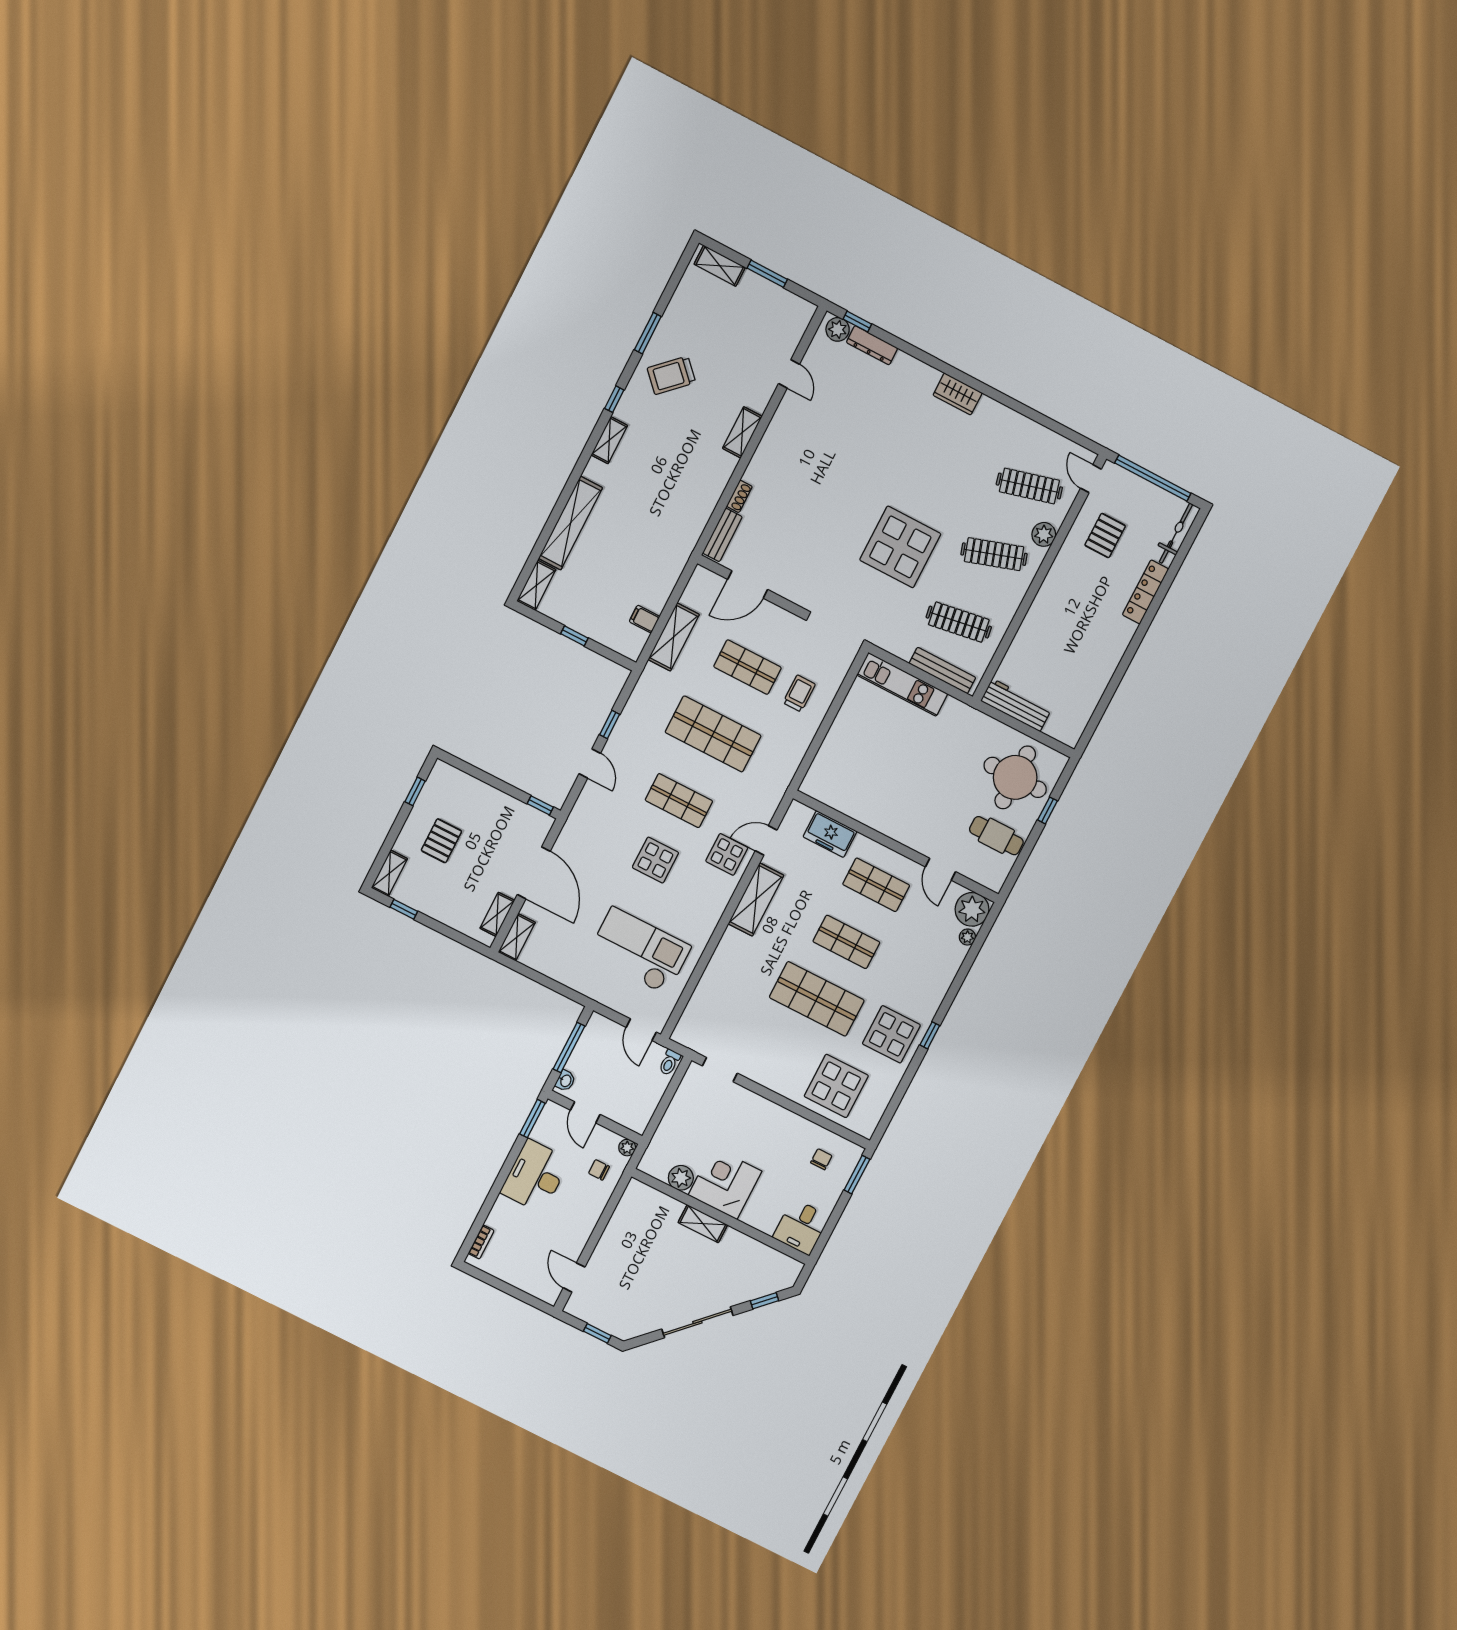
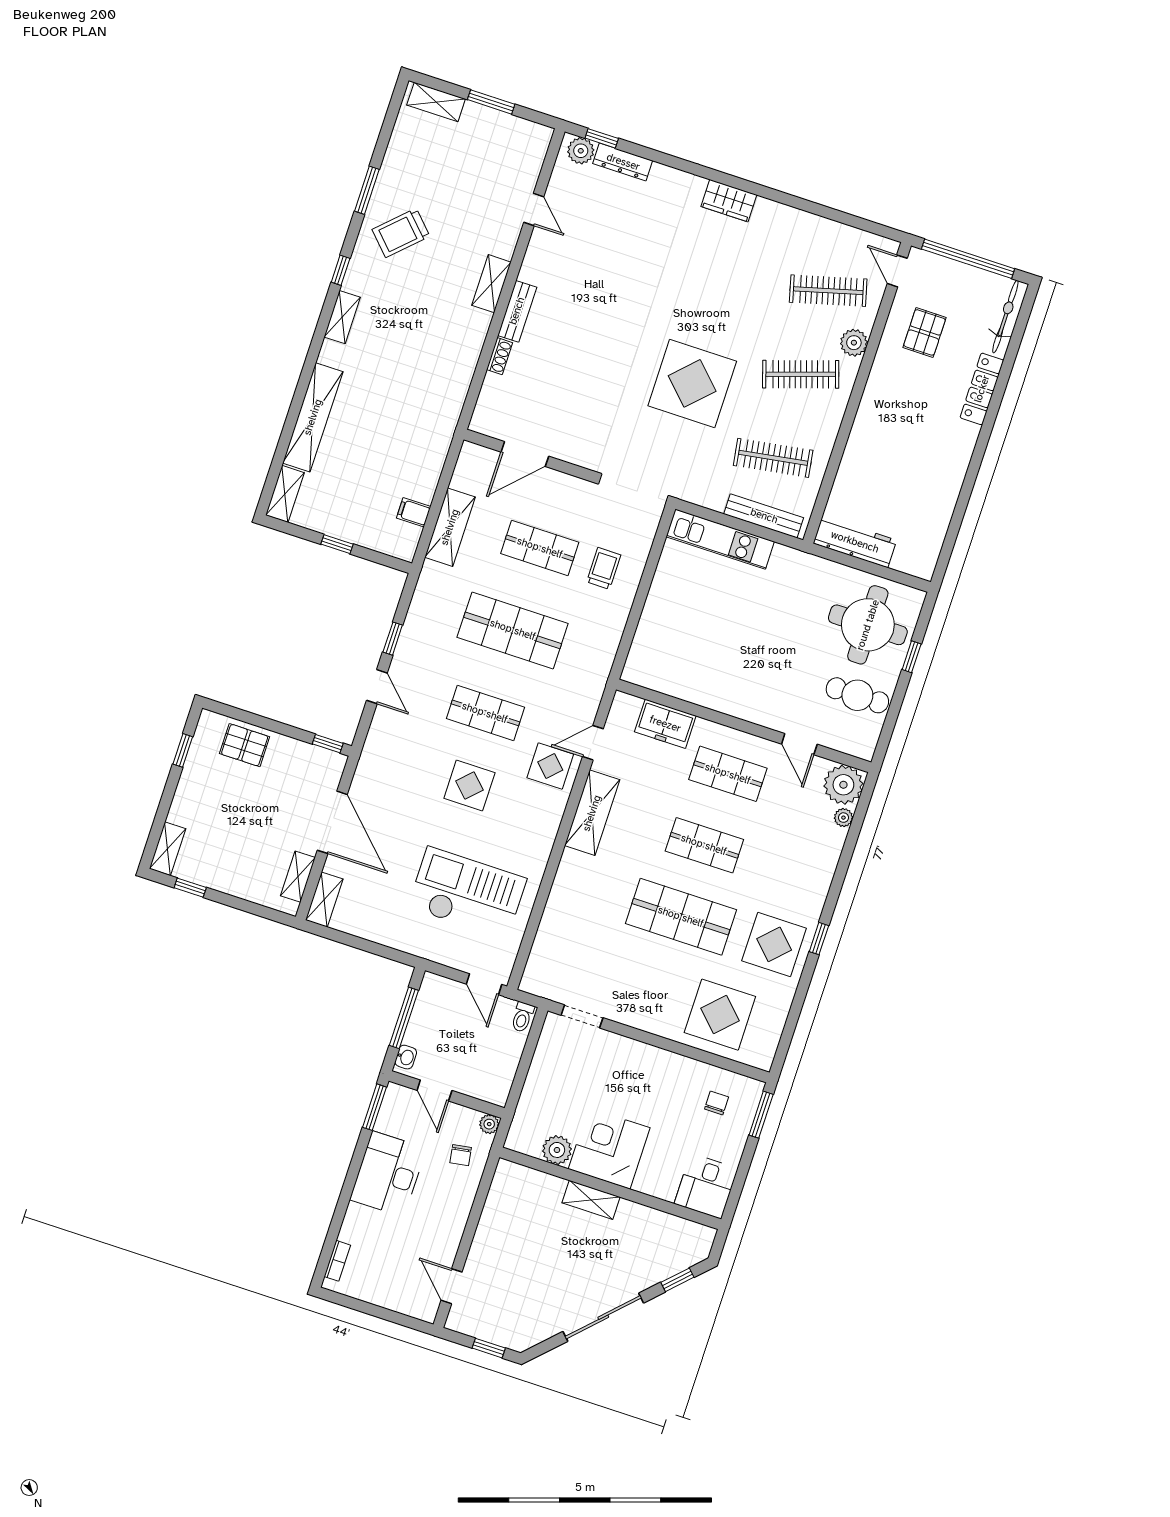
bench: (722, 535) -> (517, 311), moved
pallet: (441, 841) -> (245, 745), moved, turned 90
chair: (599, 1170) -> (461, 1155), turned -99

